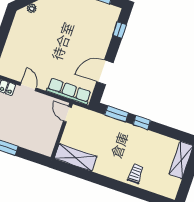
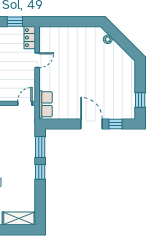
door: (105, 72) -> (92, 124), moved
row of seats: (69, 91) -> (46, 104), width x0.68

